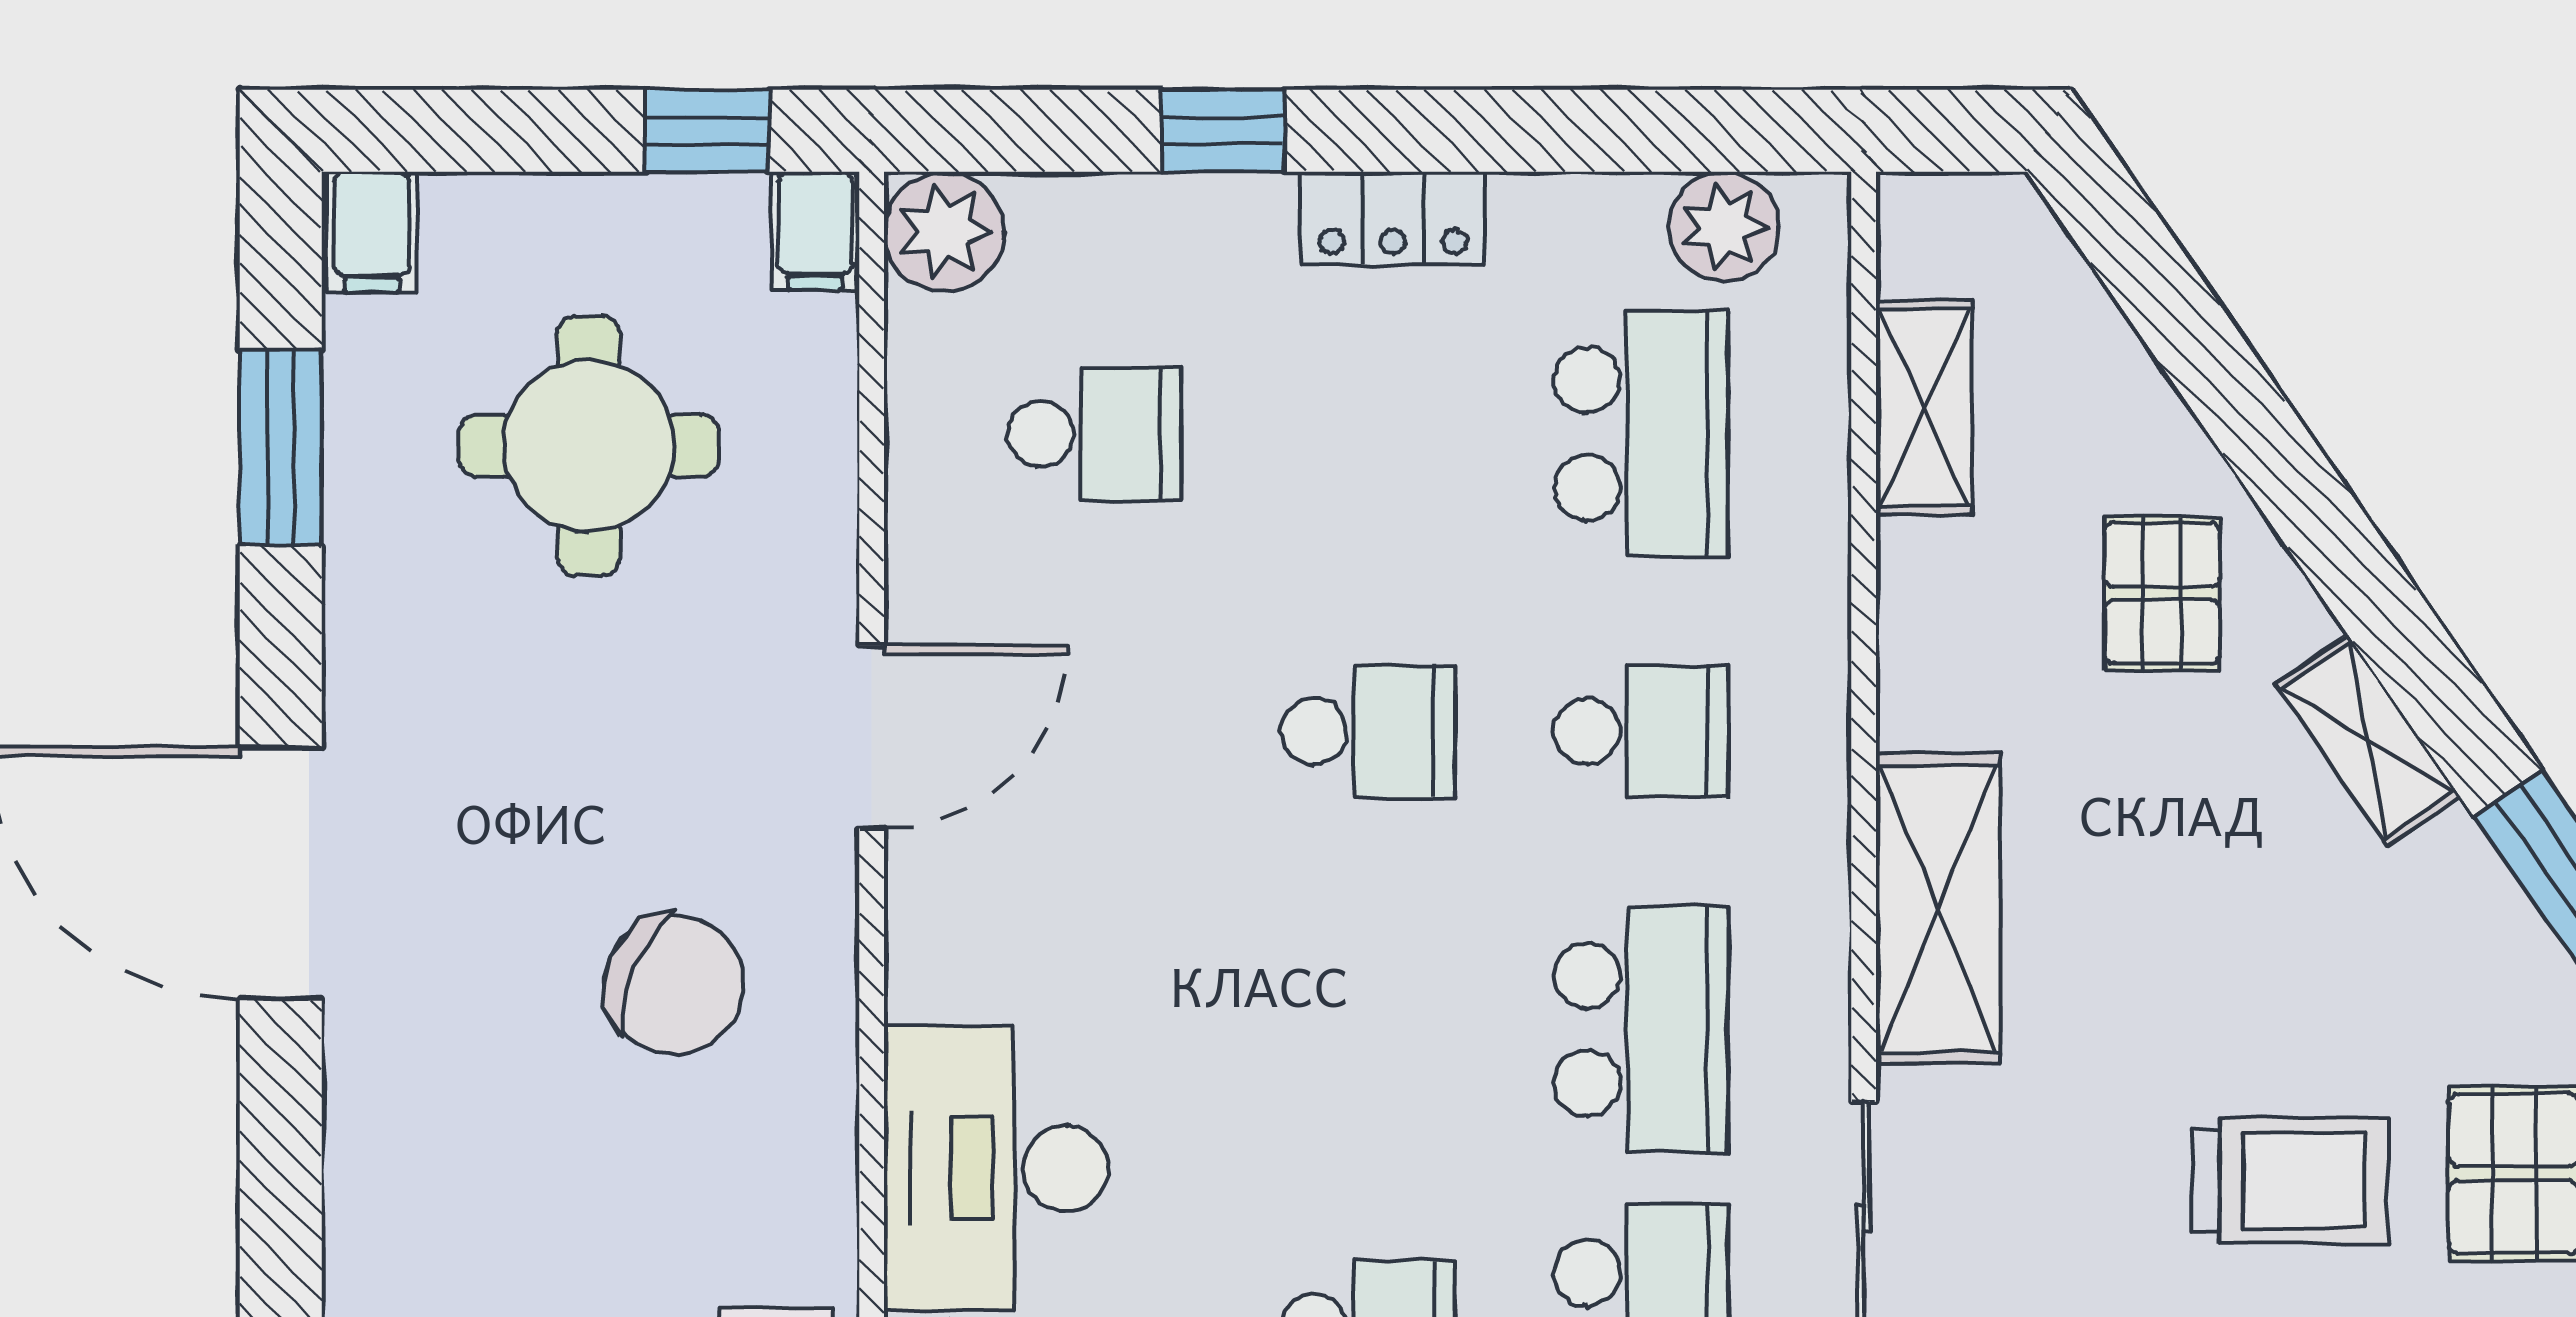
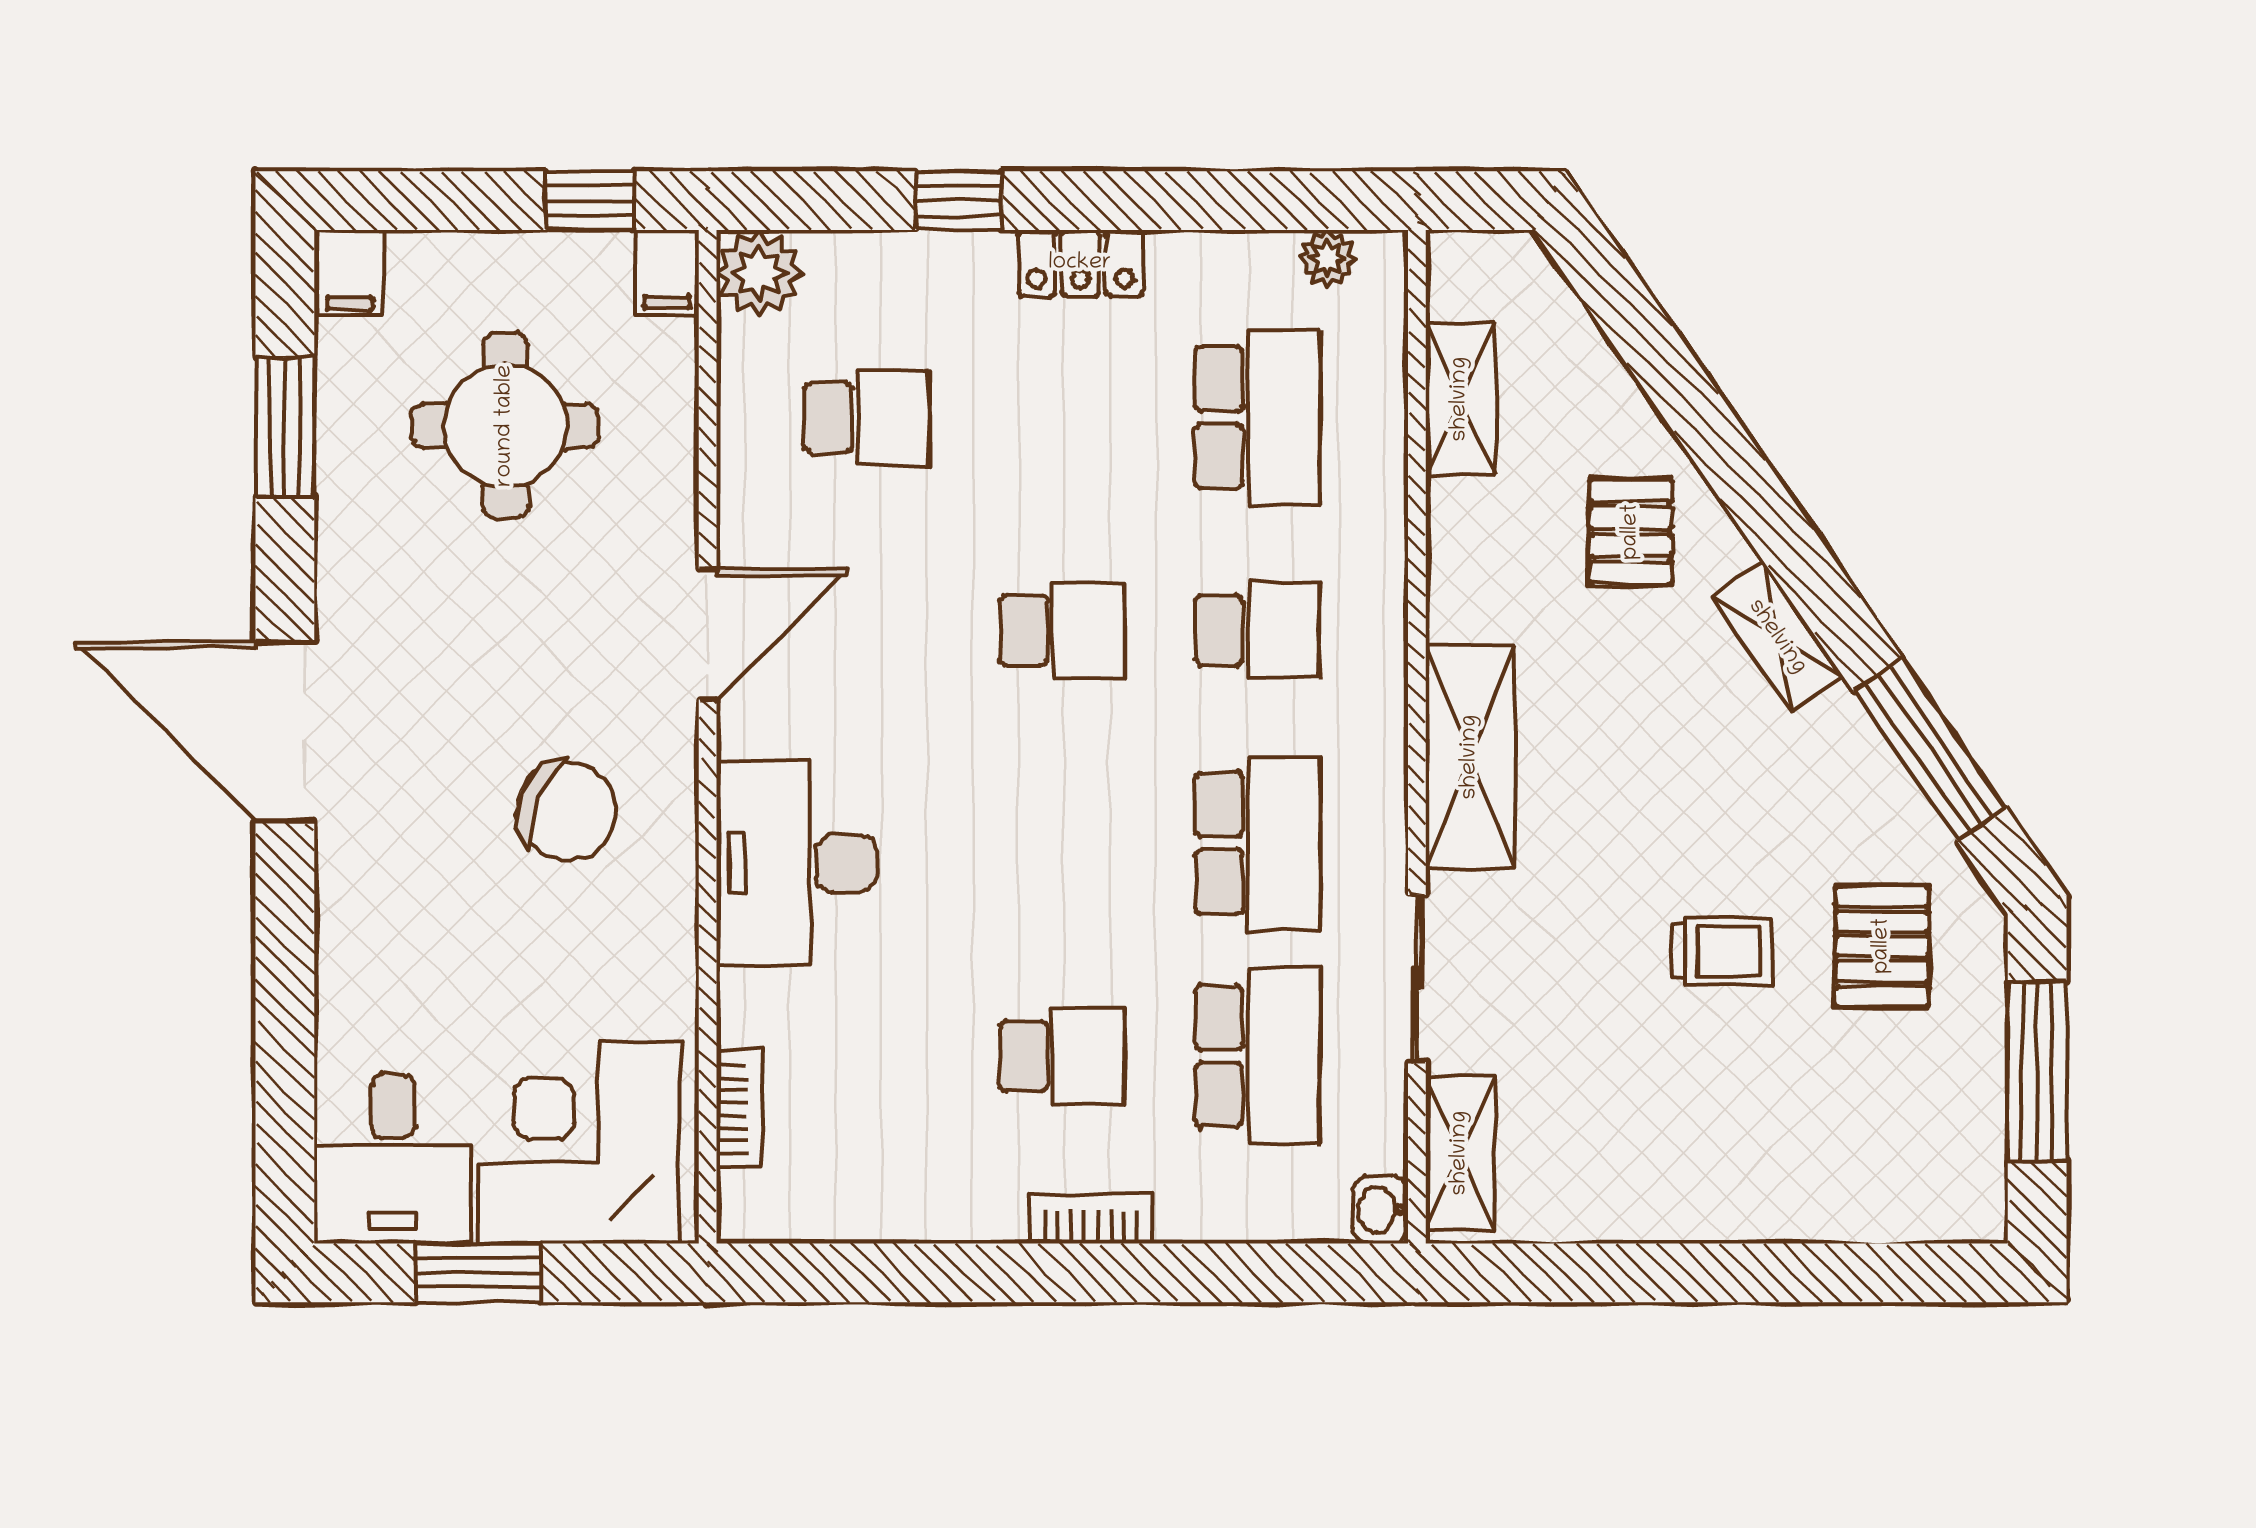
plant: (1724, 227) -> (1328, 259), width x0.73, depth x0.73
desk: (996, 1168) -> (797, 863), moved
trolley: (2290, 1180) -> (1722, 951), width x0.73, depth x0.72

